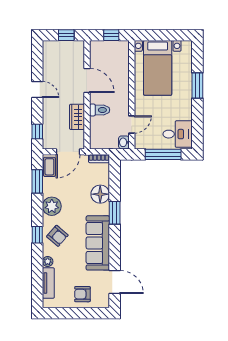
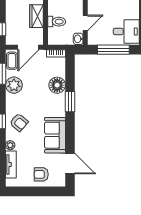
toilet: (100, 110) -> (57, 22), moved
plant: (52, 206) -> (14, 85), moved
sofa: (98, 243) -> (55, 135), width x0.73

